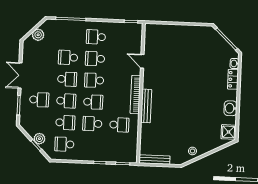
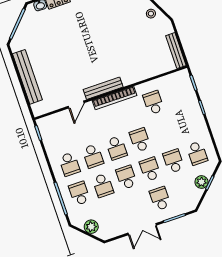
bench: (180, 30) -> (27, 77), added
bench: (146, 106) -> (103, 88), moved
school desk: (92, 124) -> (79, 193), moved, turned 180

